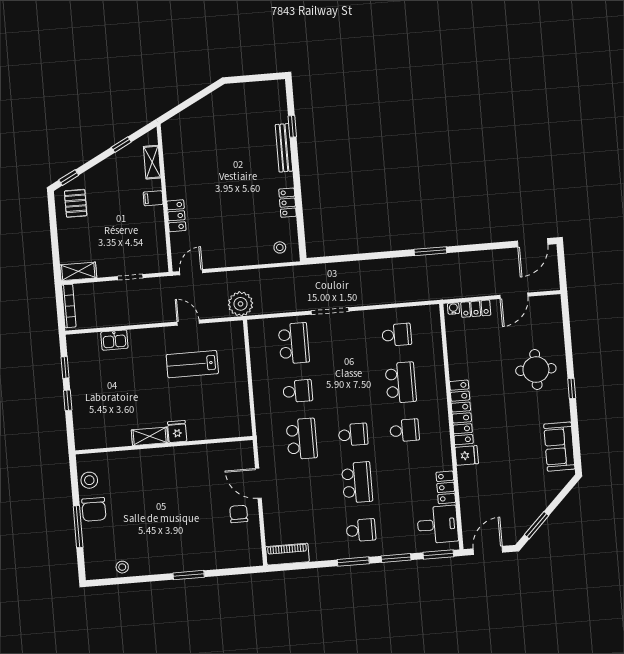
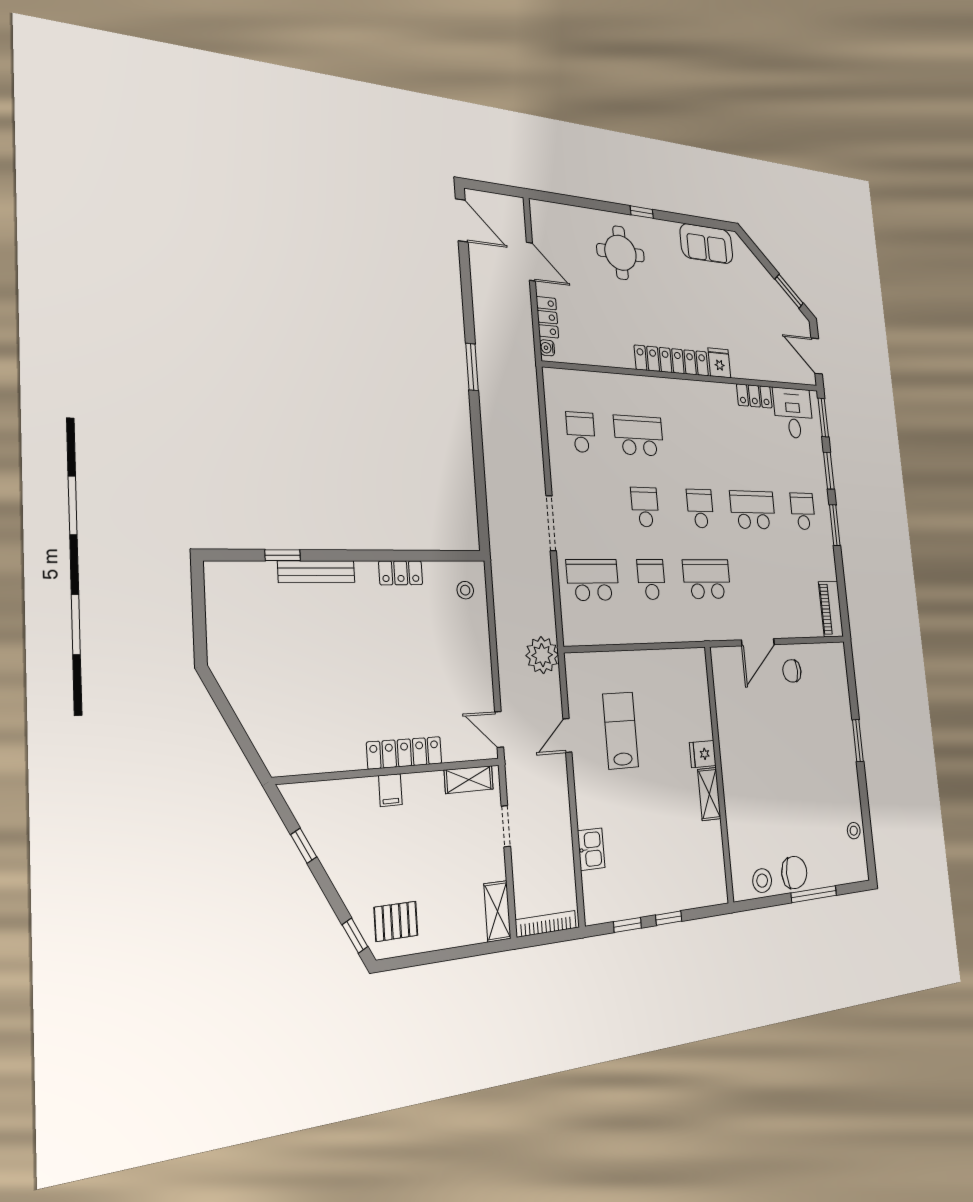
shelving: (152, 162) -> (469, 780), moved
locker: (176, 216) -> (404, 753), width x1.53
lab bench: (192, 364) -> (621, 730), turned 180
school desk: (405, 430) -> (645, 507), moved

